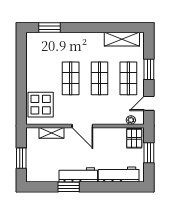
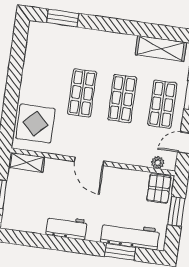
shelving: (52, 133) -> (27, 162), moved
workbench: (78, 175) -> (67, 227), width x0.73
window: (69, 187) -> (120, 252), moved

